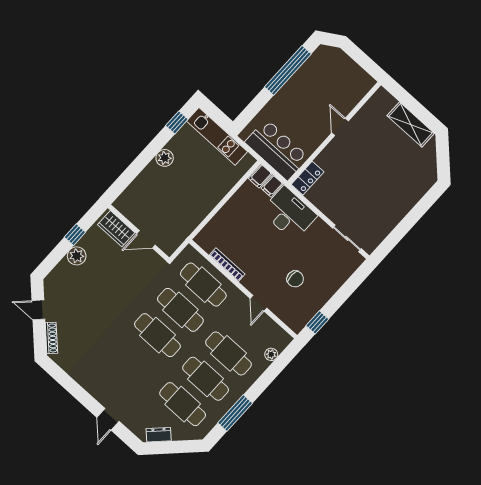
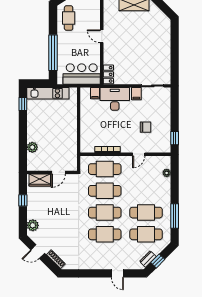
window: (288, 70) -> (53, 53), moved
cafe table: (321, 71) -> (69, 18), added
plant: (165, 158) -> (32, 147), moved
filing cabinet: (260, 176) -> (136, 94), moved
plant: (77, 256) -> (33, 225), moved
door: (259, 303) -> (139, 154), hinge flipped
cafe table: (228, 353) -> (105, 234), moved
window: (168, 447) -> (158, 261), added

